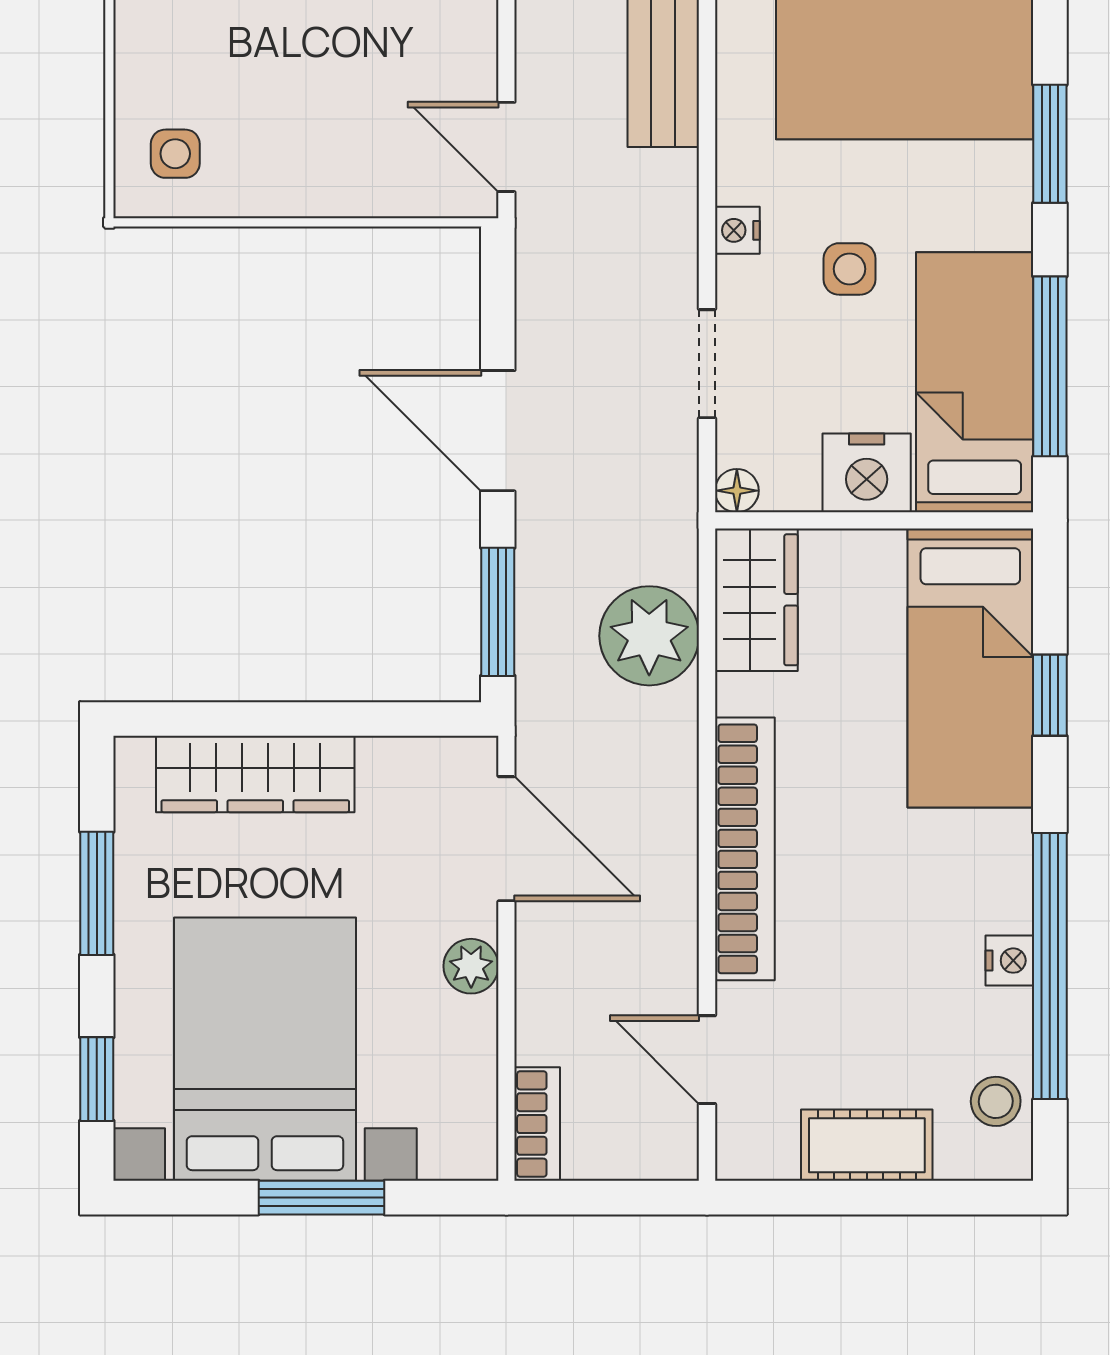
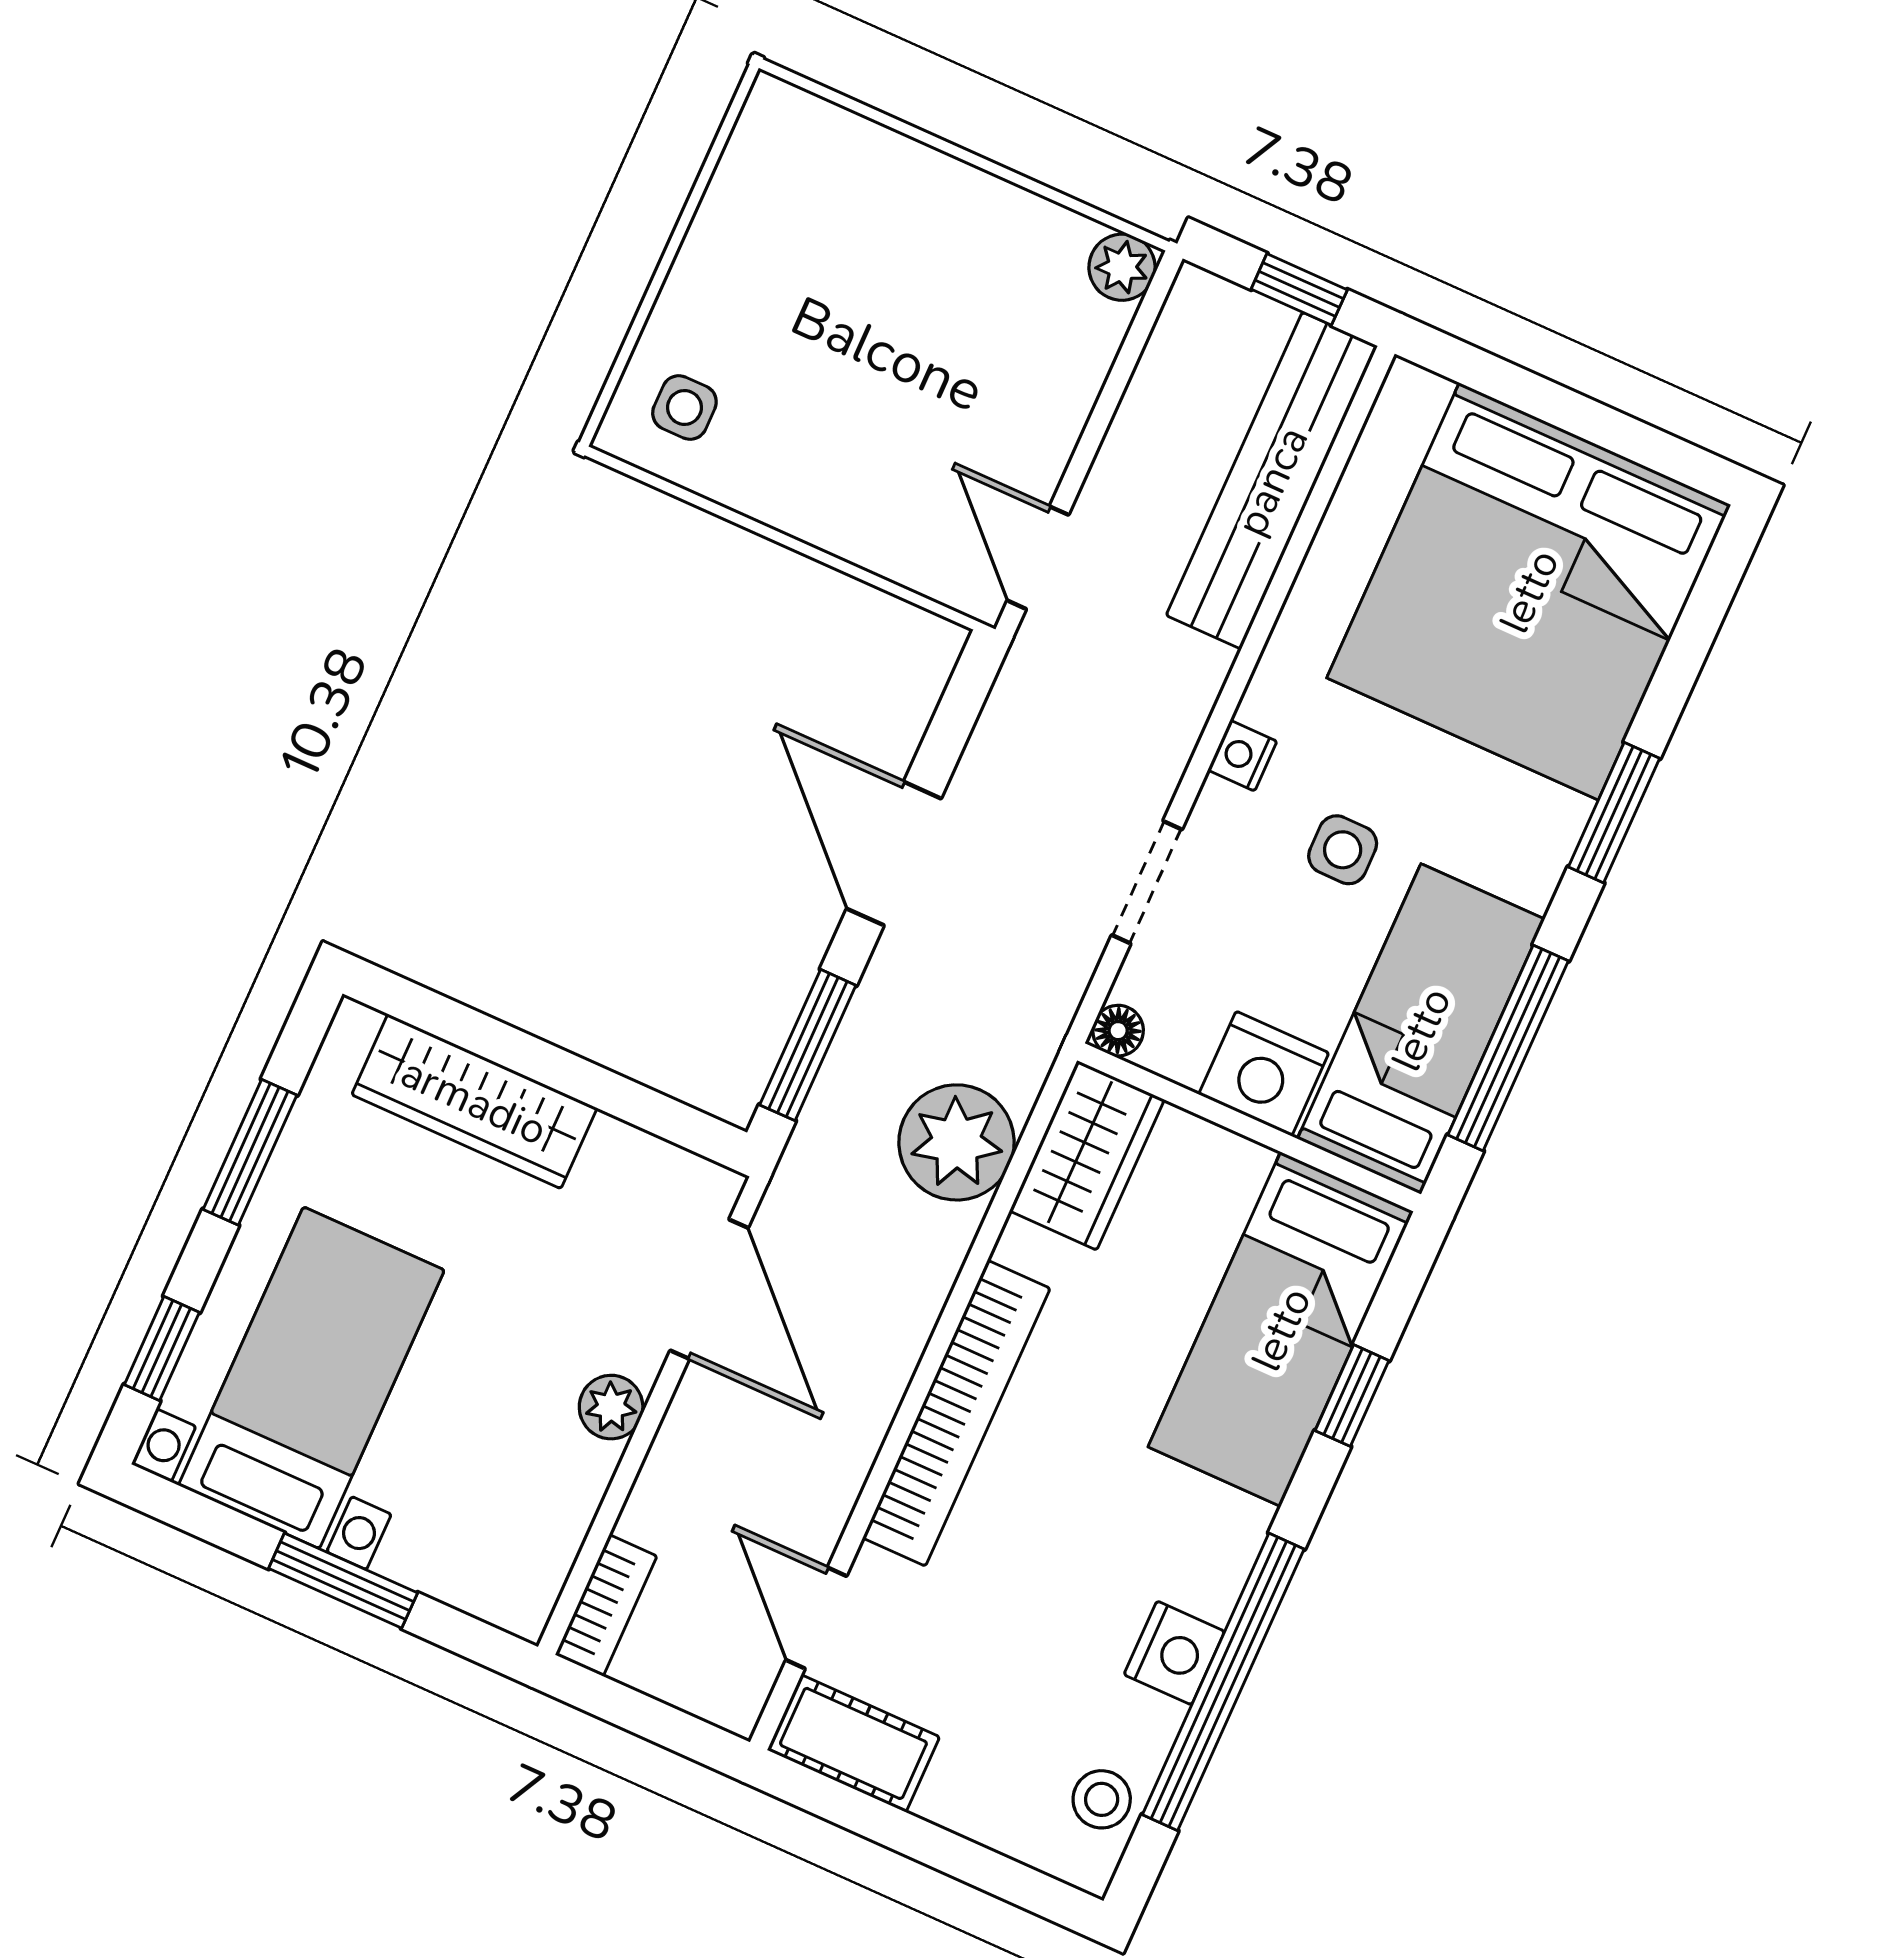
nightstand: (1009, 961) -> (1174, 1653), width x1.39, depth x1.35
bed with nightstands: (265, 1049) -> (311, 1378), width x0.73
cot: (867, 1145) -> (853, 1743), moved

